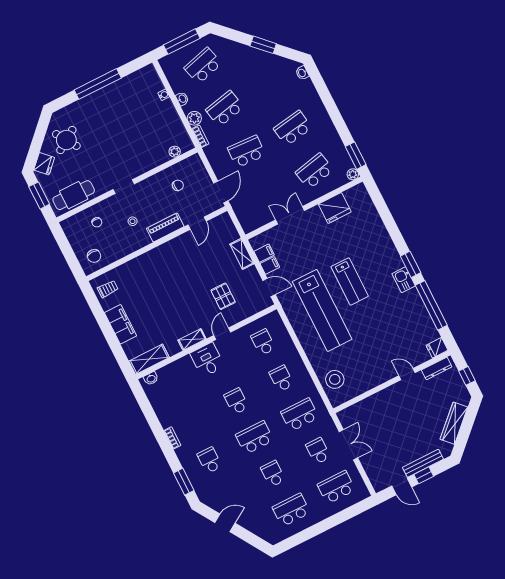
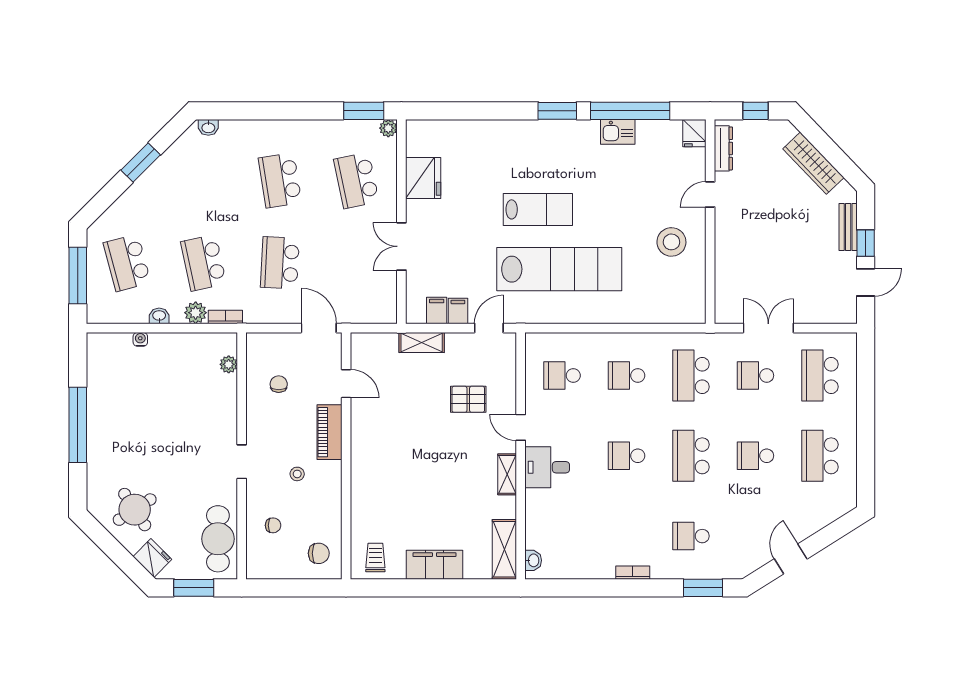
kitchen sink: (404, 280) -> (618, 132), moved
stool: (335, 379) -> (671, 242), moved
bench: (423, 463) -> (848, 227), width x0.73

